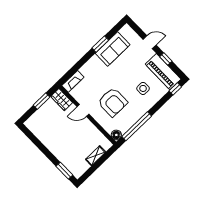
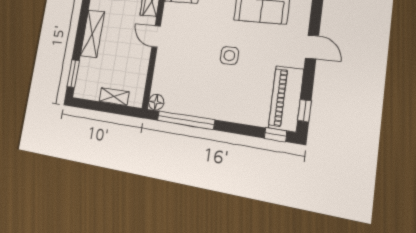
window: (166, 59) -> (304, 111), moved
side table: (143, 88) -> (229, 56), moved
armchair: (113, 102) -> (193, 64), removed
shelving: (52, 144) -> (92, 34), added

